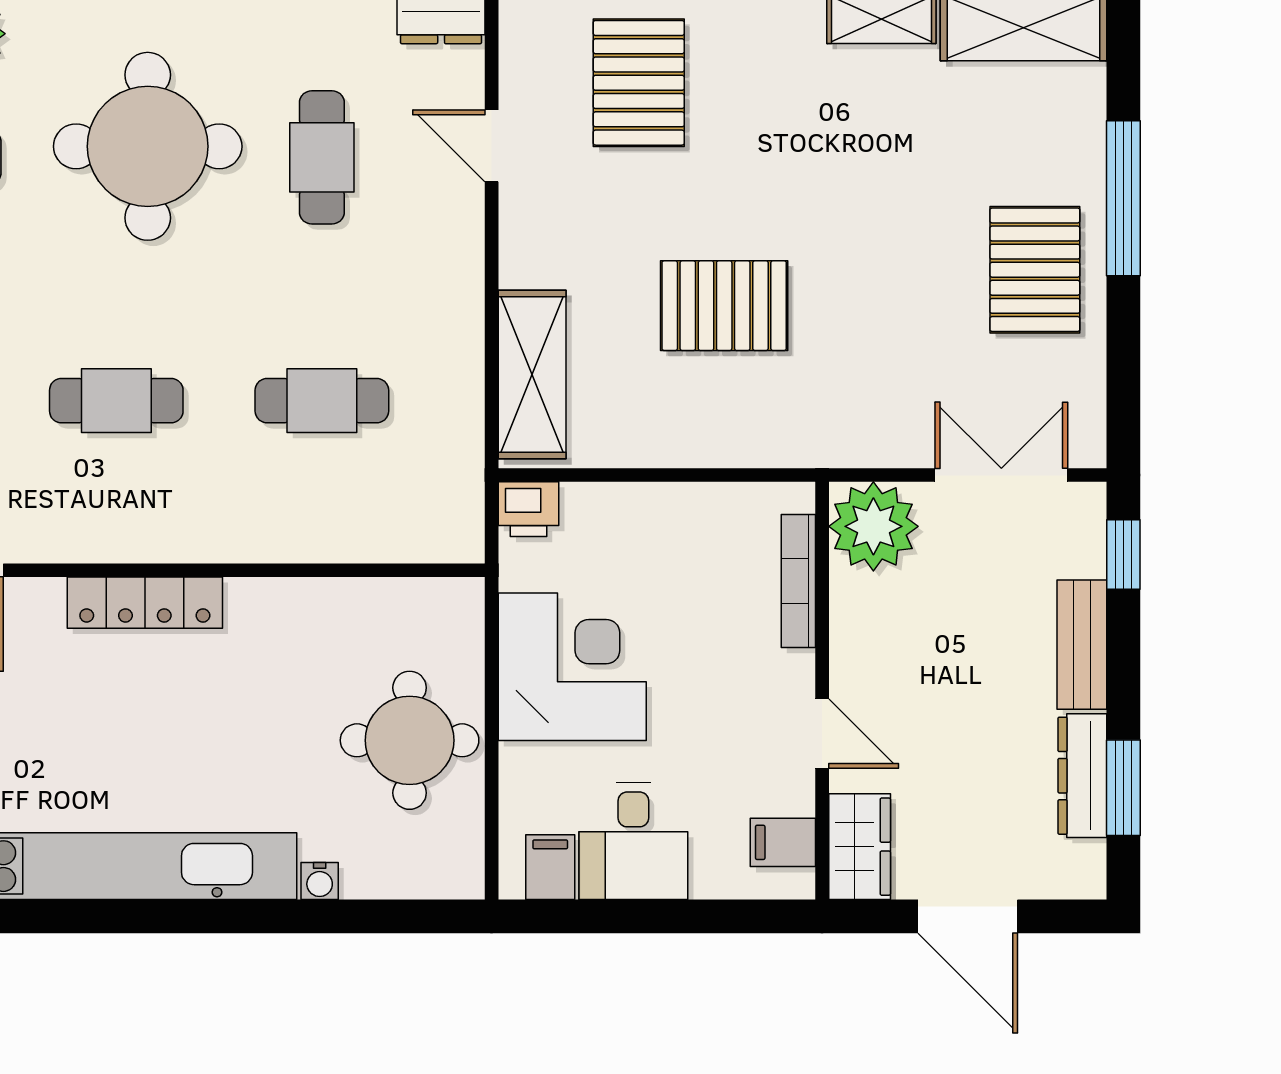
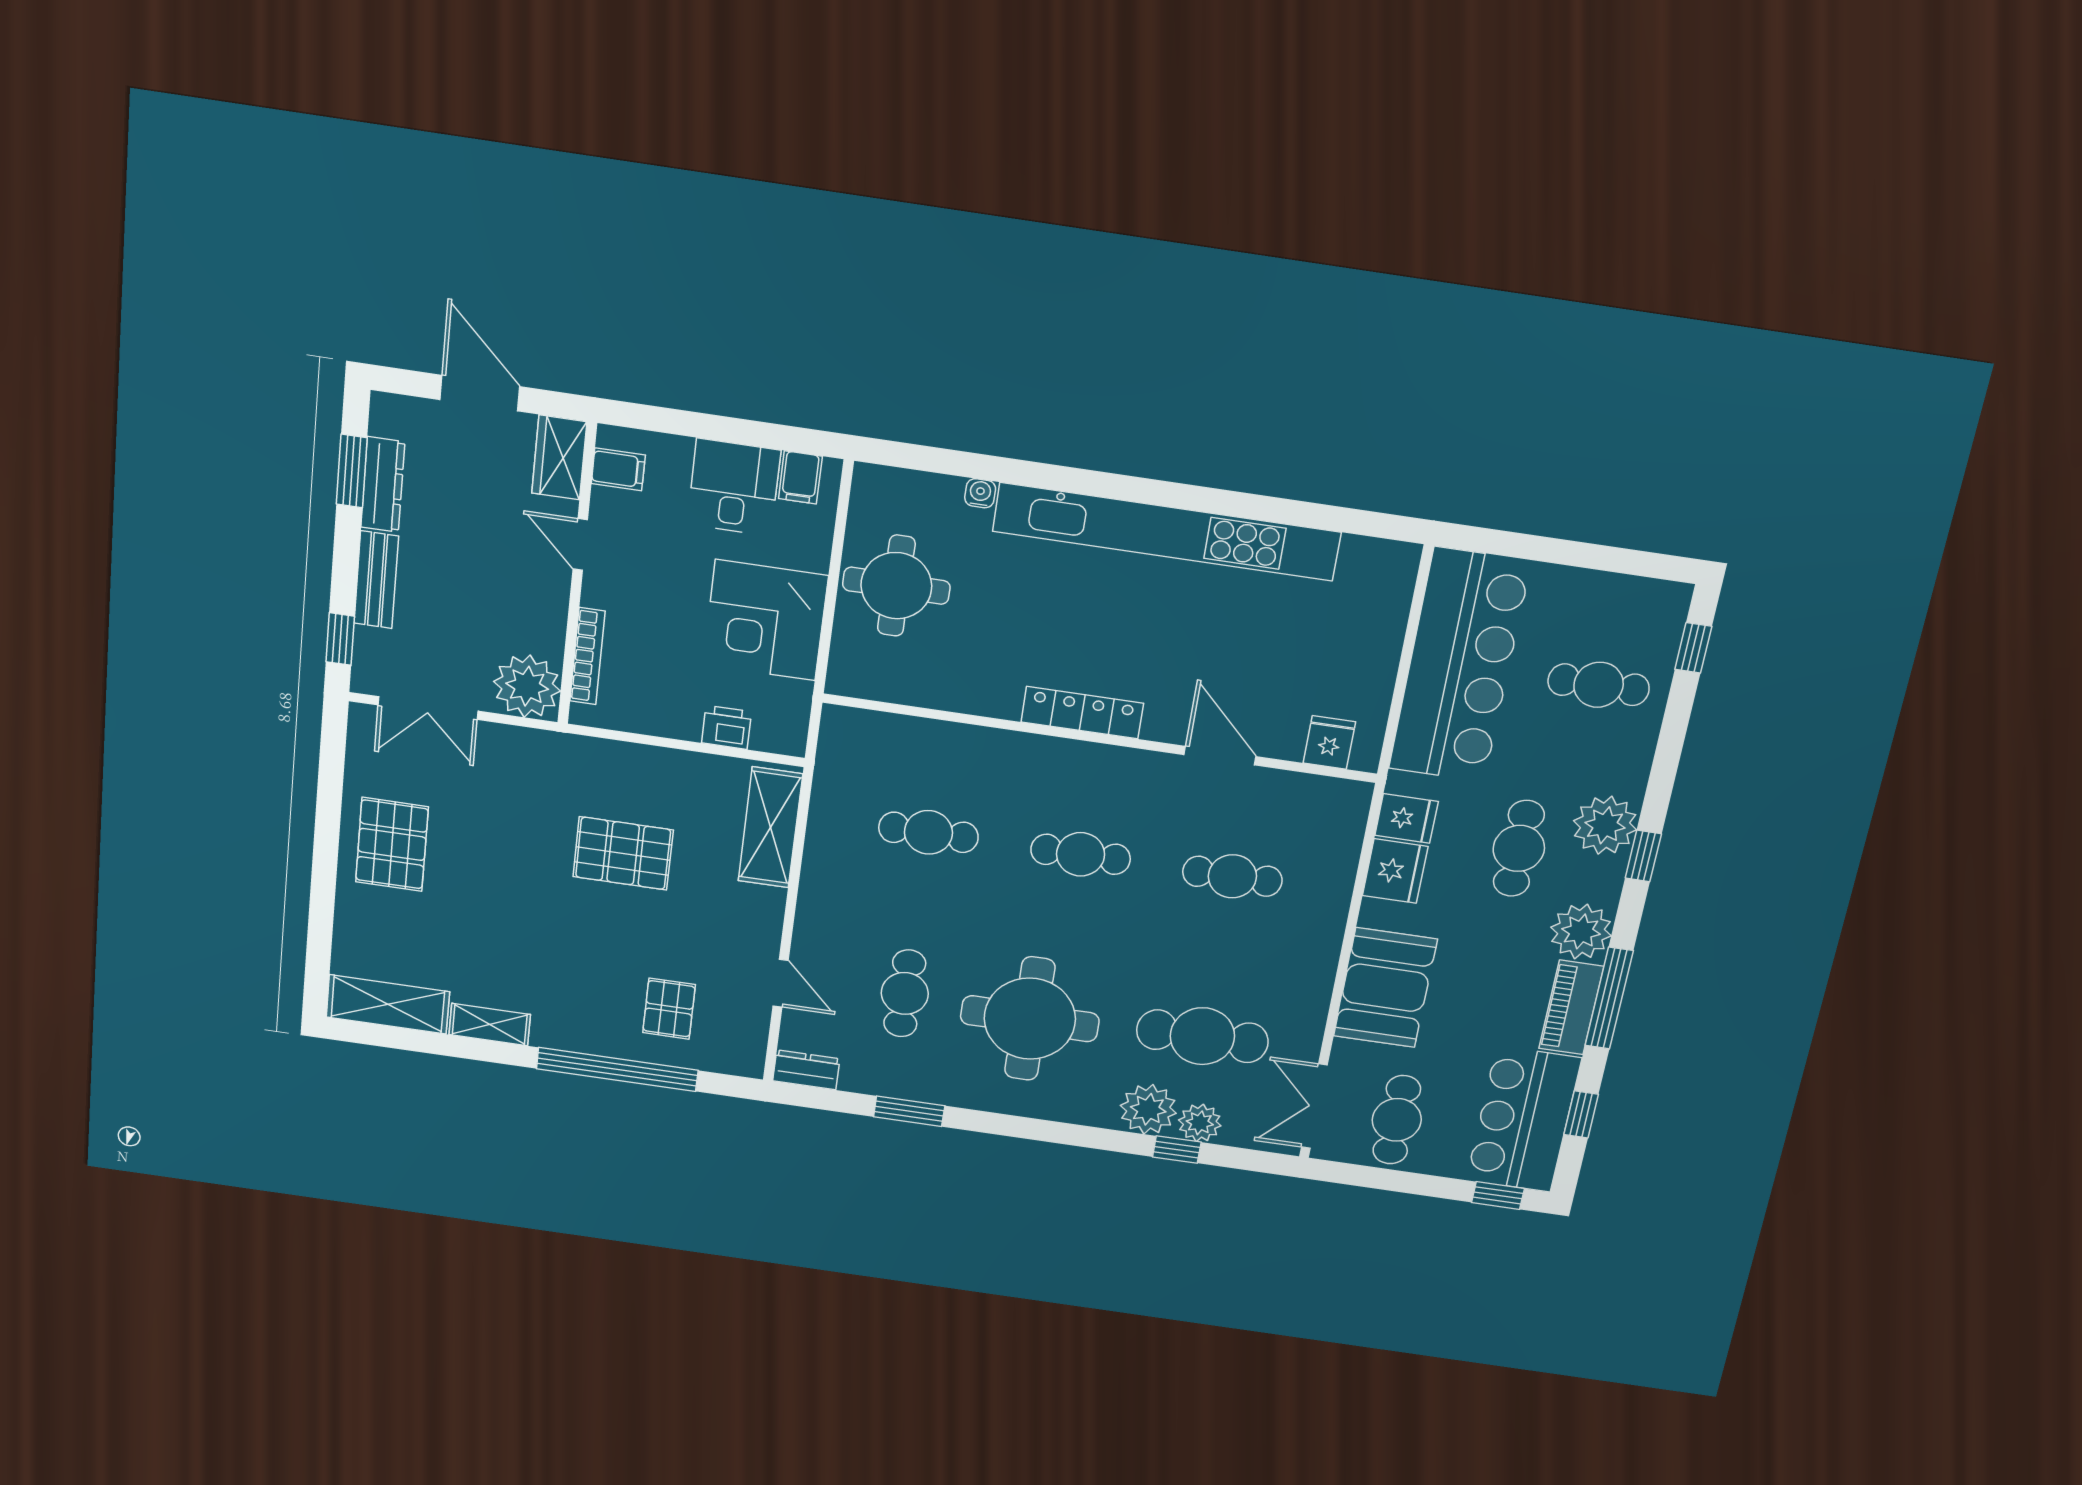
pallet: (639, 83) -> (669, 1009), width x0.67, depth x0.71
window: (1123, 198) -> (323, 883), removed
printer: (528, 509) -> (727, 727), moved

